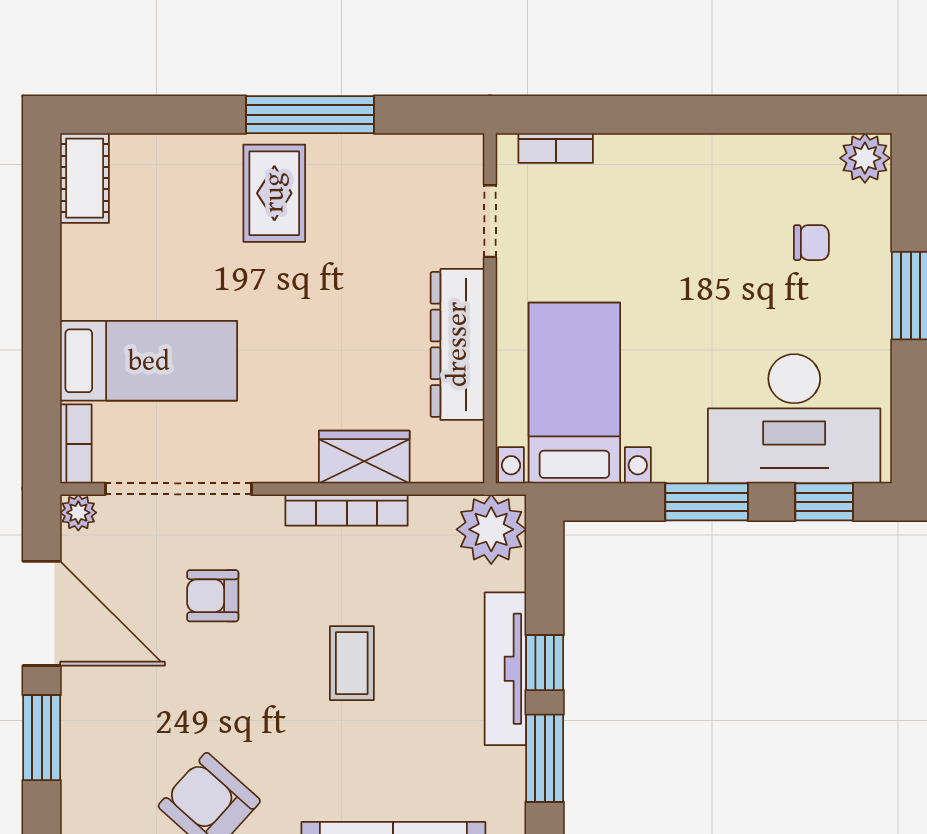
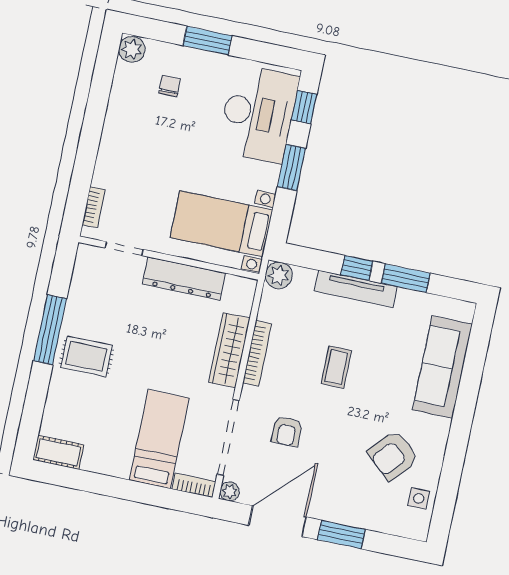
wardrobe: (364, 457) -> (229, 350), width x1.50
plant: (491, 529) -> (279, 275), width x0.73, depth x0.73
coffee table: (352, 663) -> (336, 367), turned 90

